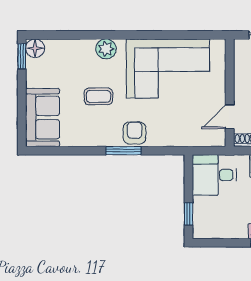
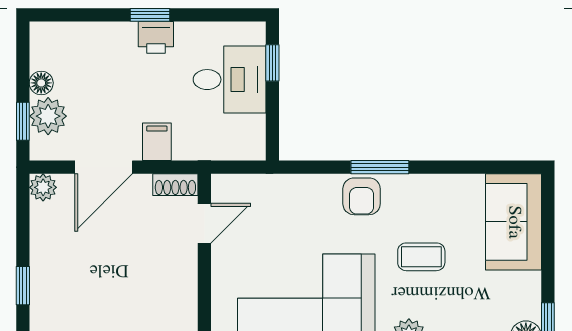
desk: (214, 175) -> (230, 80), moved

